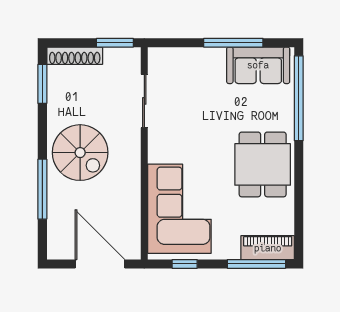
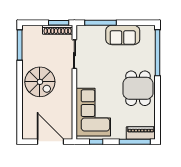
window: (233, 43) -> (100, 23), moved
shoe rack: (75, 56) -> (58, 30), moved
sofa: (258, 65) -> (123, 35), moved
window: (42, 84) -> (20, 45), width x1.44
window: (42, 189) -> (20, 102), removed

